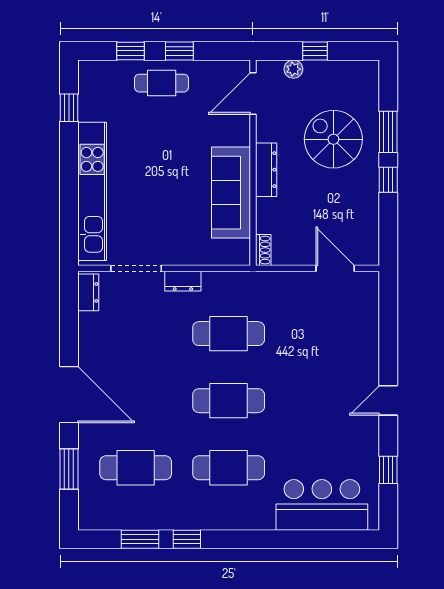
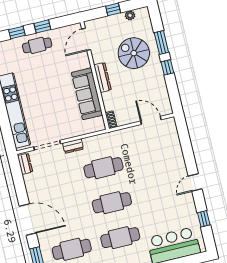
plant: (293, 69) -> (130, 15), moved

